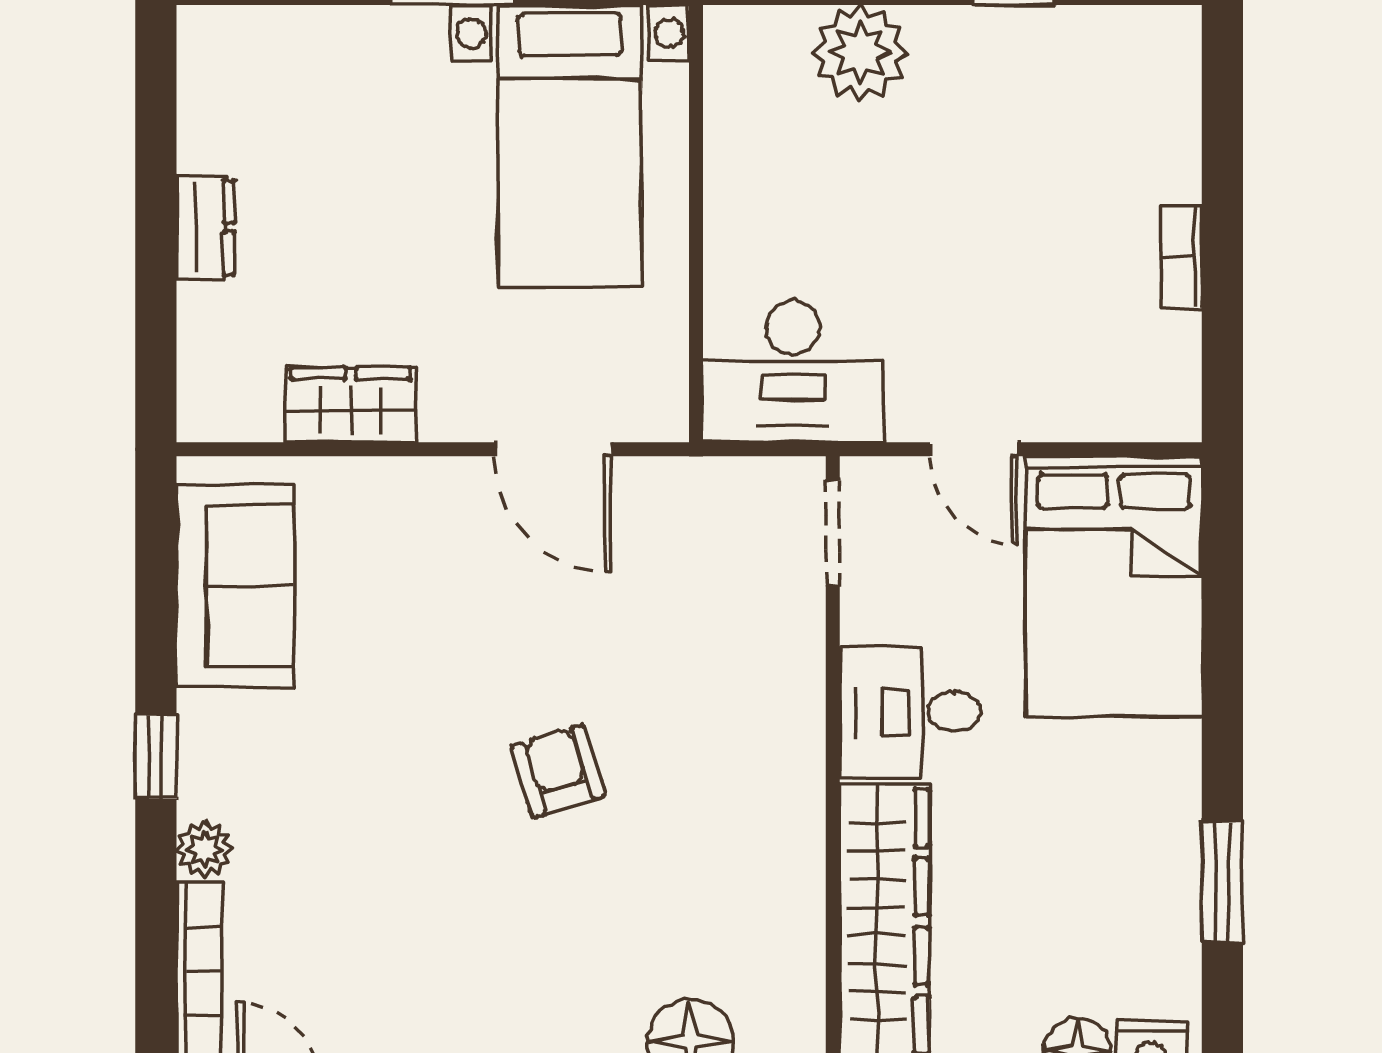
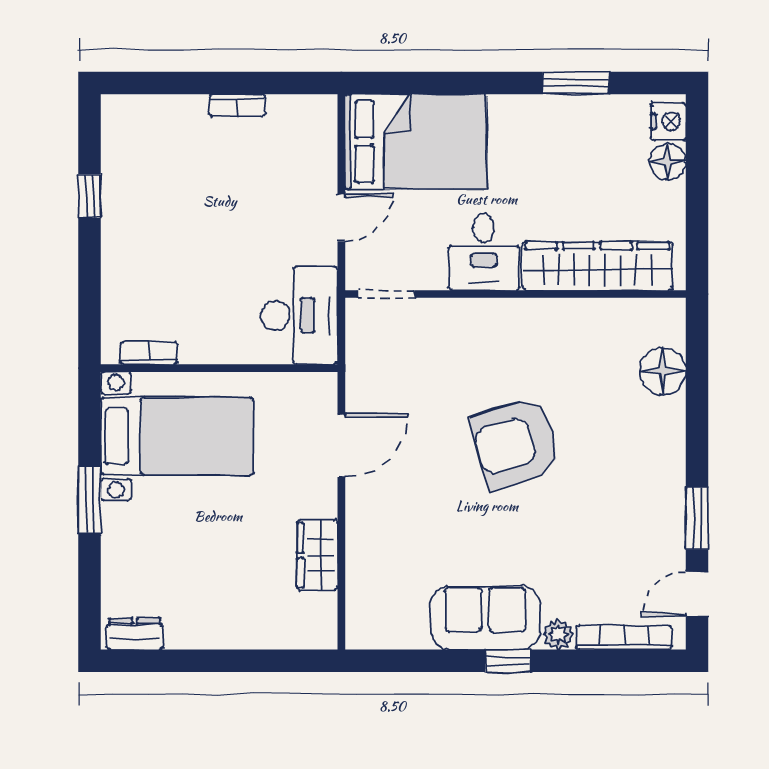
plant: (860, 53) -> (127, 279), removed
bookcase: (724, 94) -> (149, 353), added
dresser: (205, 228) -> (135, 634), moved
sofa: (235, 585) -> (485, 618), moved
armchair: (558, 771) -> (516, 443), width x1.88, depth x1.88

